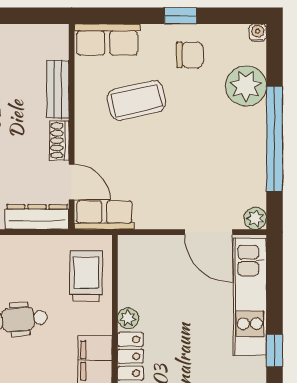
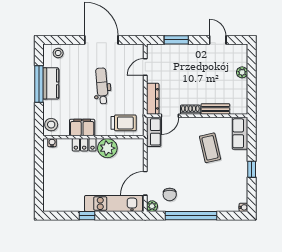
chair: (190, 55) -> (170, 194), moved
plant: (246, 86) -> (217, 202), removed
plant: (128, 318) -> (107, 148), width x1.88, depth x1.88

